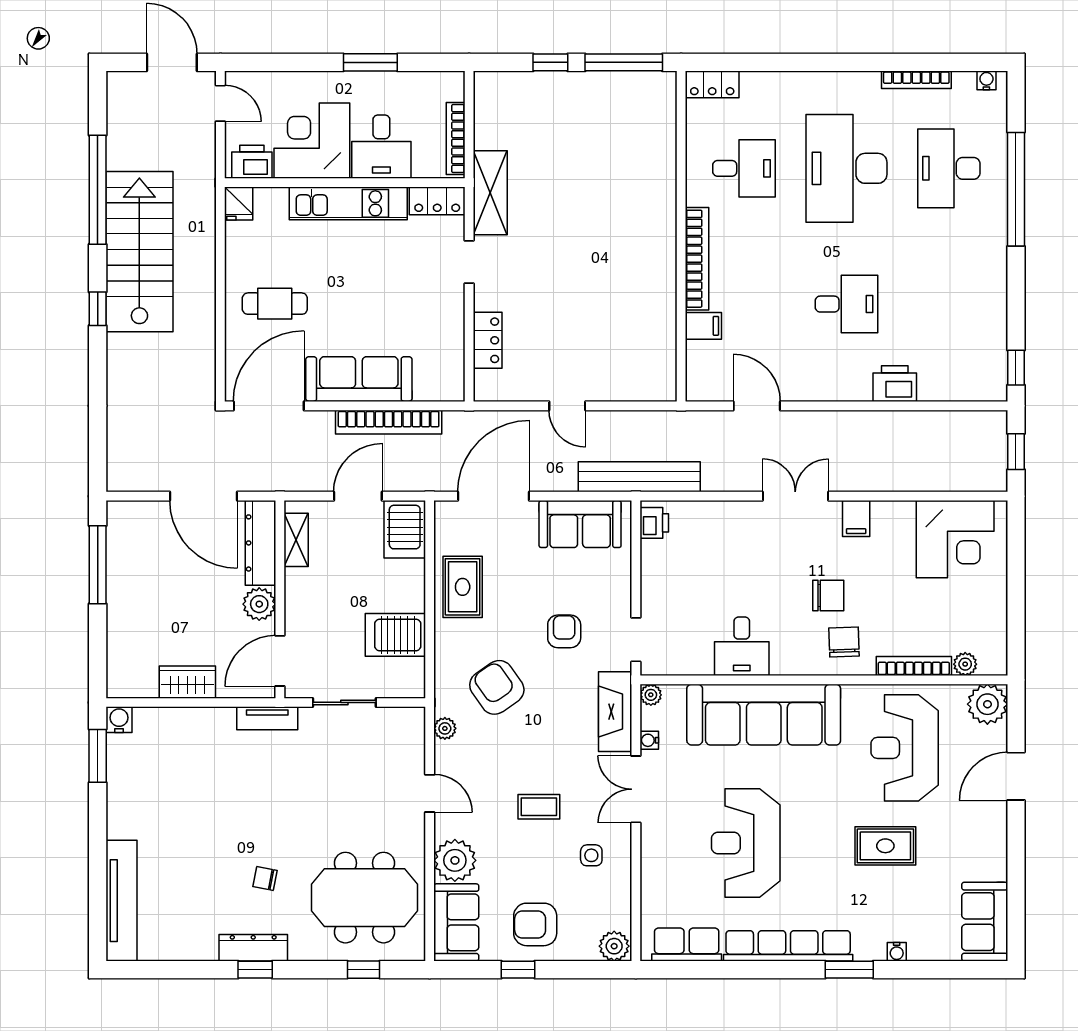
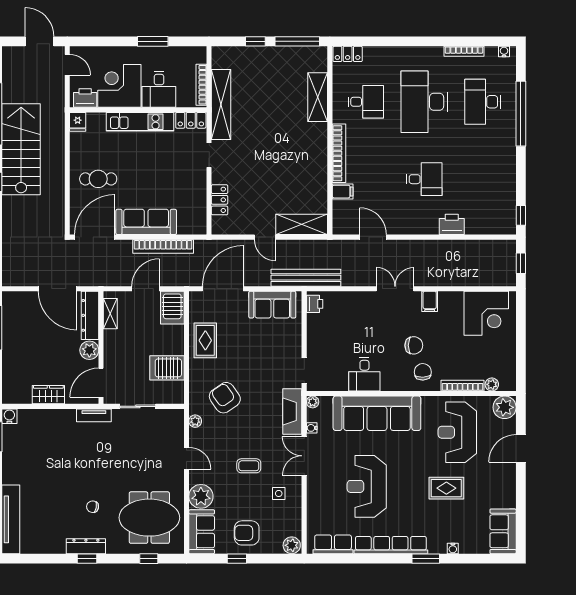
shelving: (660, 160) -> (318, 97), added
shelving: (490, 193) -> (221, 104), width x1.47
shelving: (632, 383) -> (302, 224), added
armchair: (564, 631) -> (263, 366), removed

